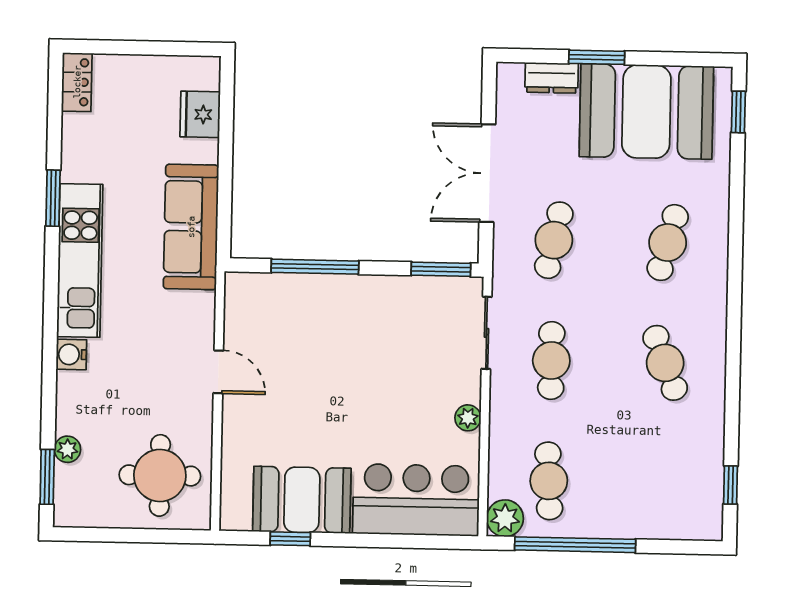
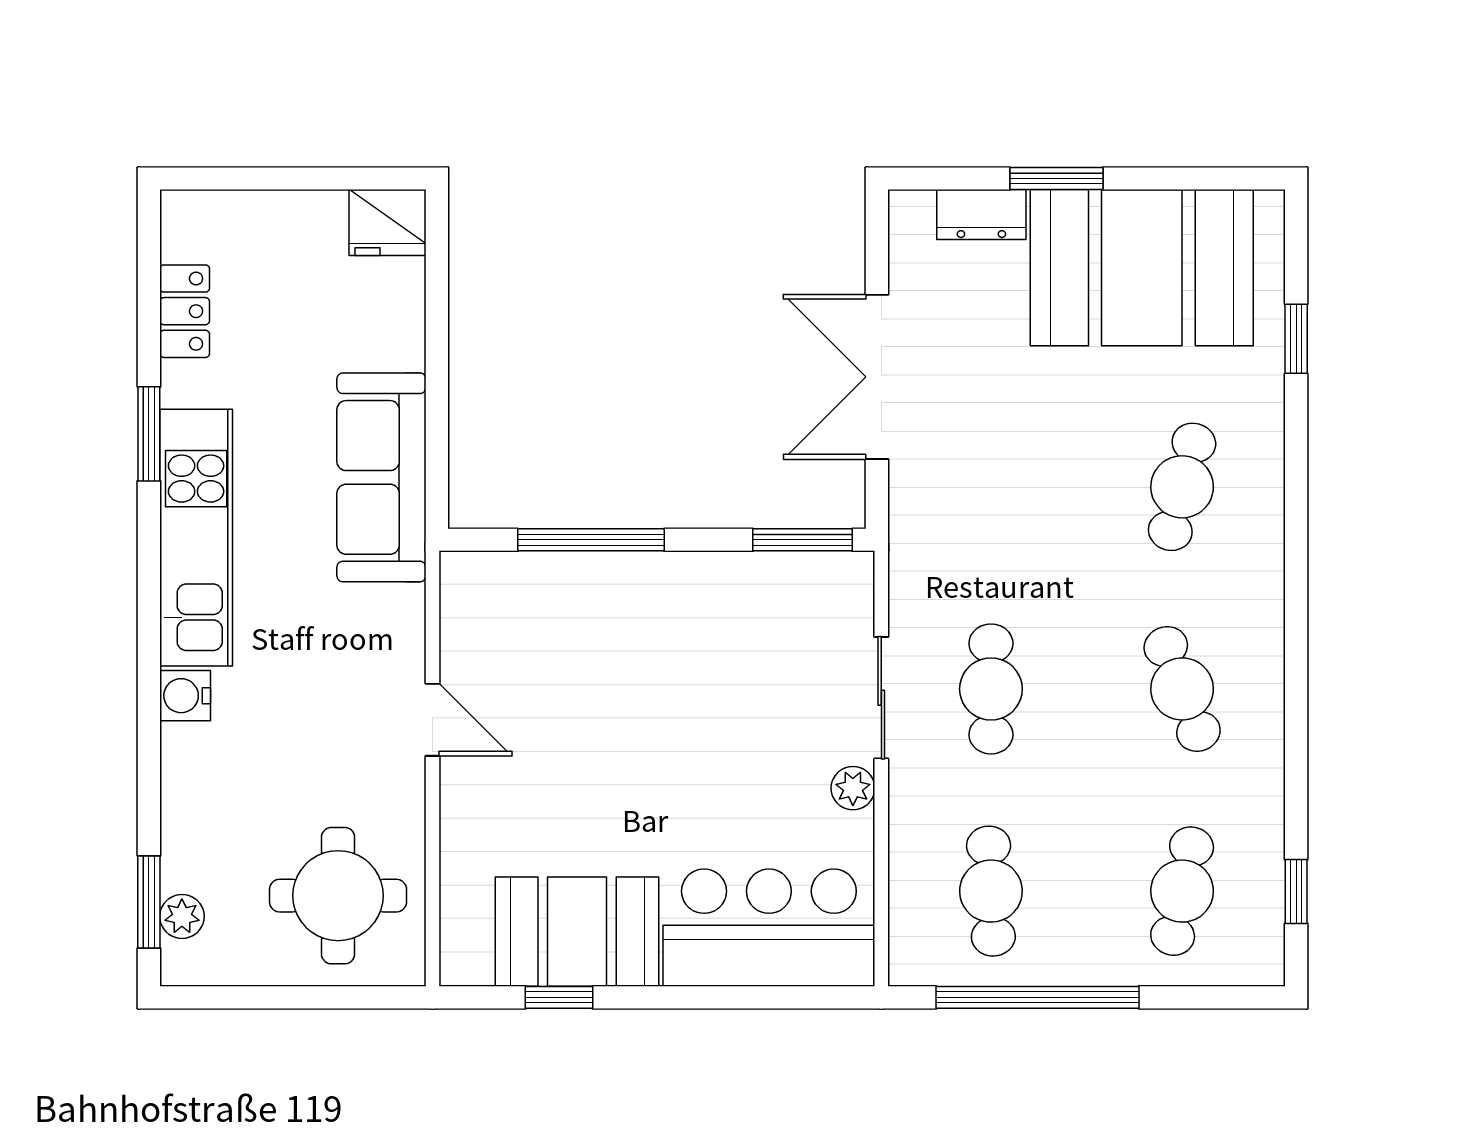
locker: (77, 82) -> (185, 311), moved
window: (738, 112) -> (1296, 339), moved
fridge: (200, 114) -> (387, 223), moved, turned -90
cafe table: (554, 240) -> (1182, 891), moved
sliding door: (487, 333) -> (881, 698), moved
plant: (67, 449) -> (182, 916), moved
plant: (505, 518) -> (919, 955), removed

